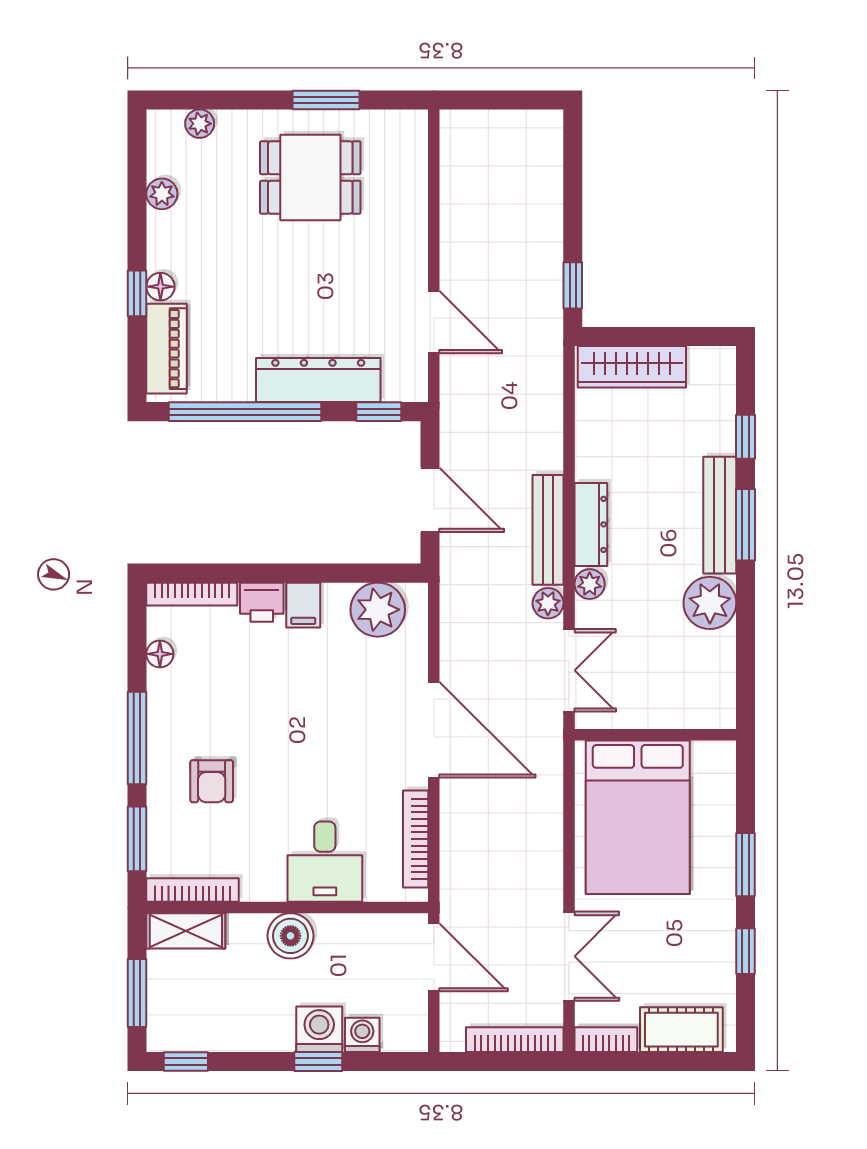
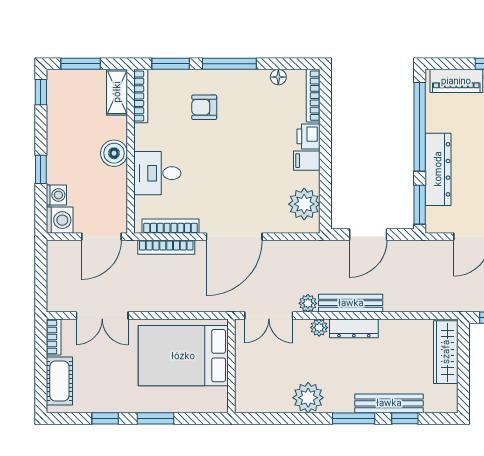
window: (379, 412) -> (420, 205), width x1.50
bench: (720, 515) -> (389, 403), moved
washing machine: (319, 1029) -> (60, 220), moved
bookcase: (515, 1040) -> (166, 247), moved, turned 90

